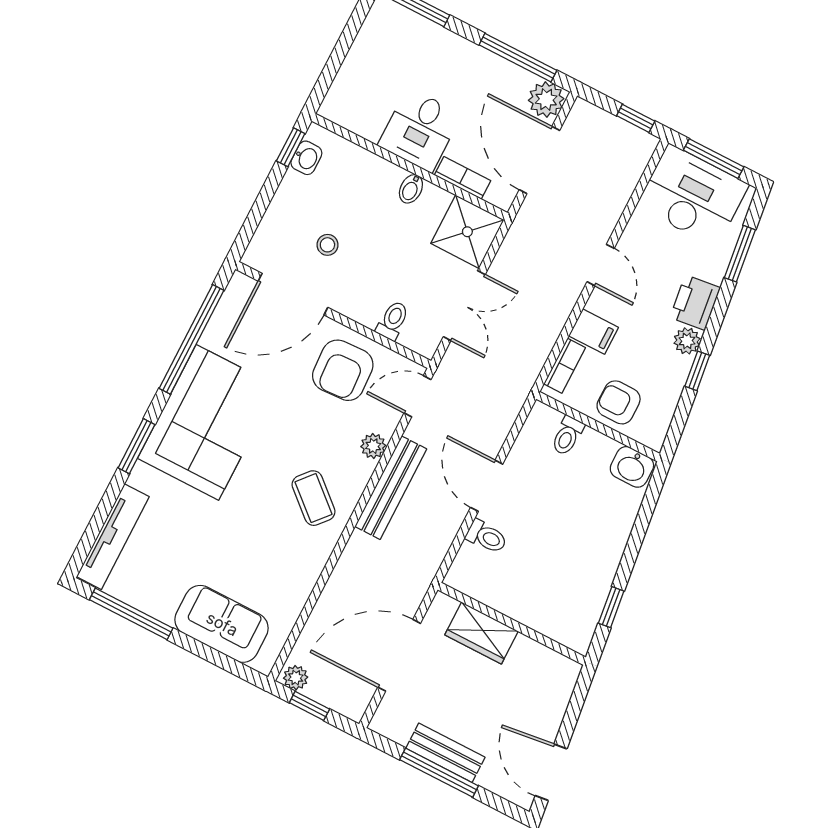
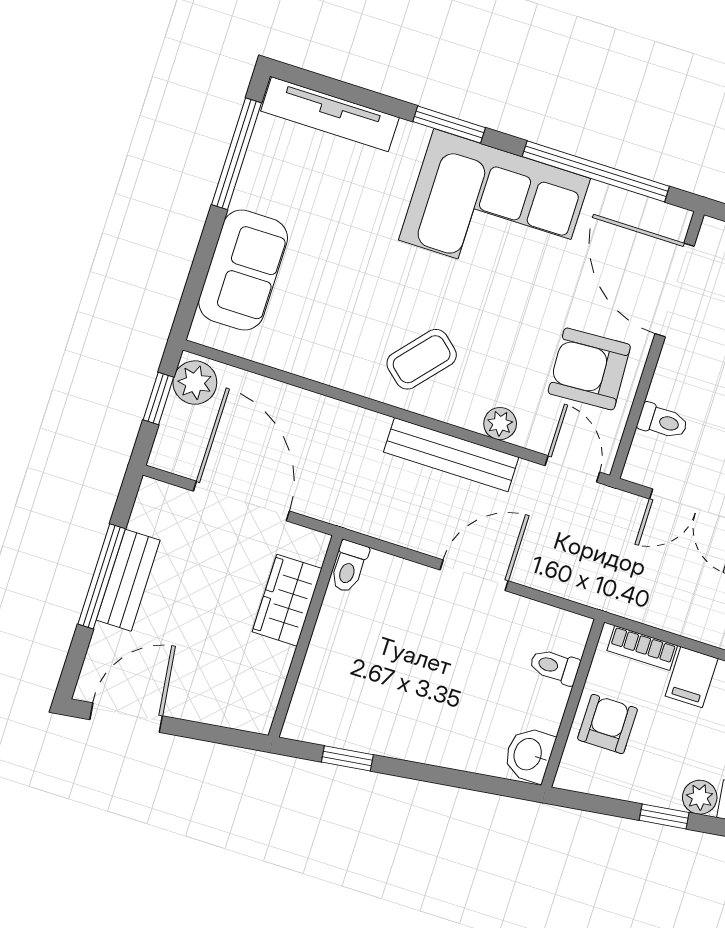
toilet: (486, 537) -> (349, 566), moved
plant: (296, 678) -> (195, 383), width x1.38, depth x1.38

